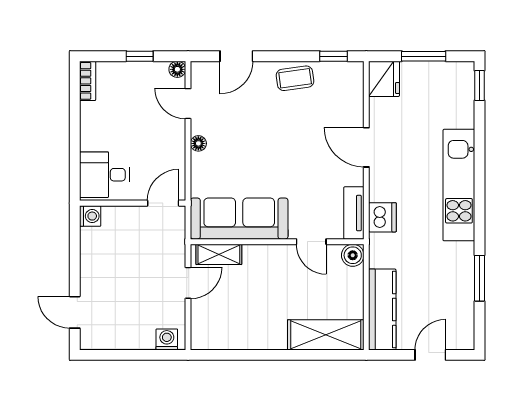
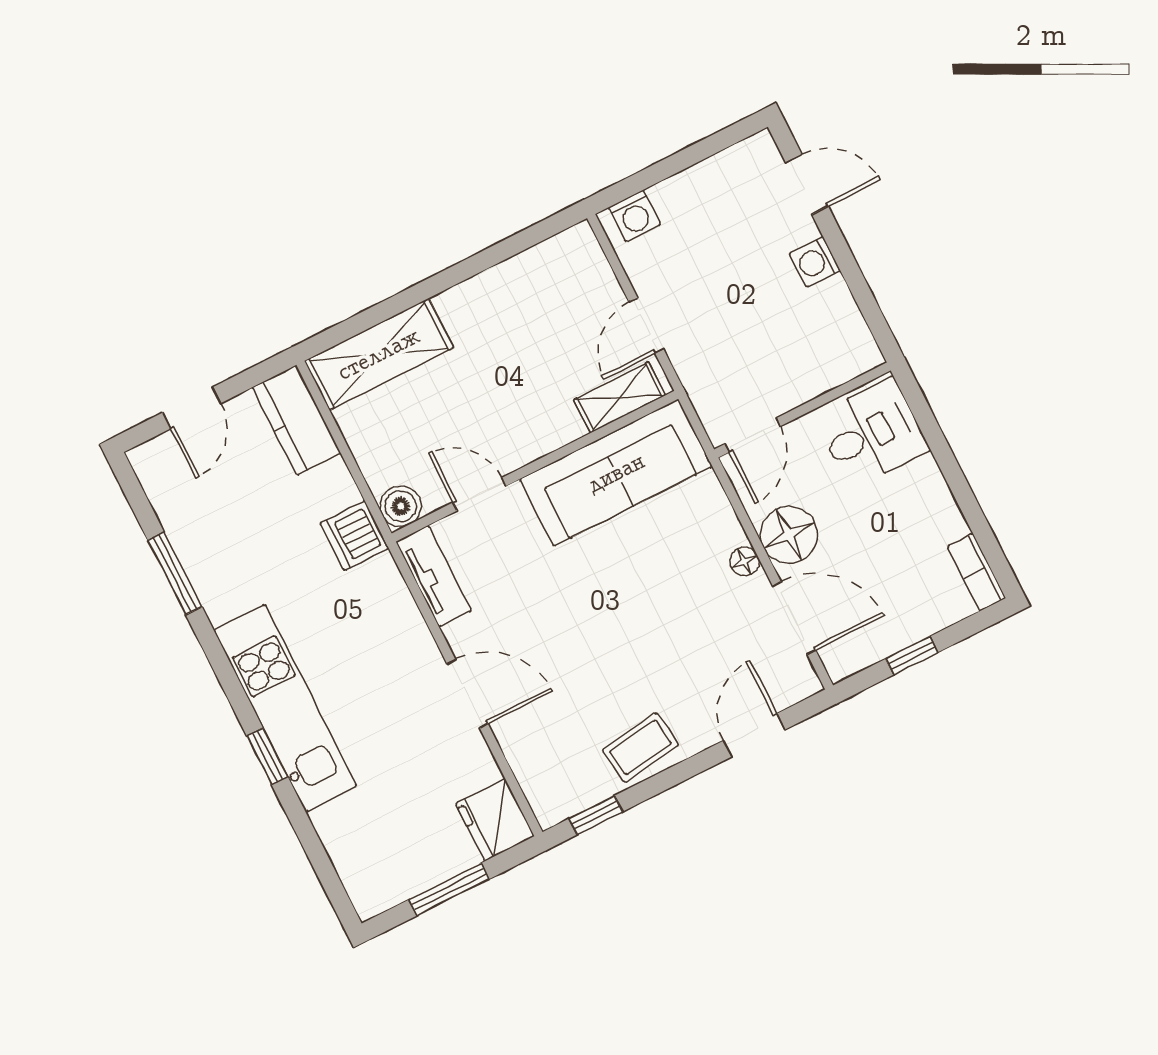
floor lamp: (177, 69) -> (789, 535), moved, width x1.89, depth x1.89
window: (480, 86) -> (267, 756), moved
door: (188, 104) -> (794, 618), width x1.38
washing machine: (90, 216) -> (815, 262), moved
dishwasher: (382, 217) -> (355, 536), moved
kitchen counter: (382, 310) -> (297, 420), width x0.67

